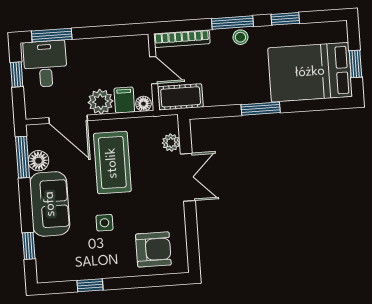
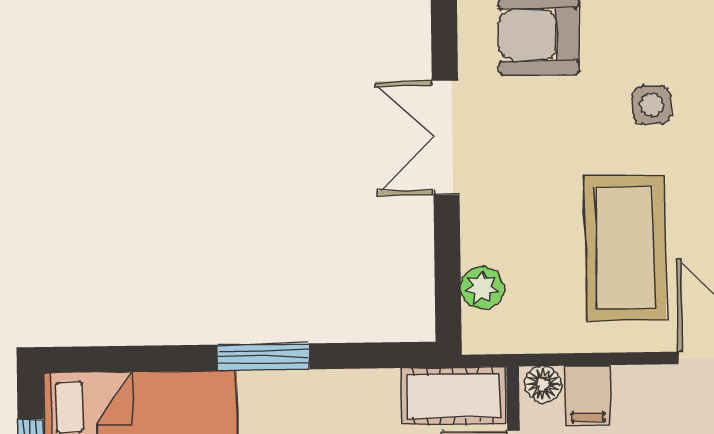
plant: (101, 102) -> (645, 395), removed
double door: (188, 177) -> (446, 138), moved

